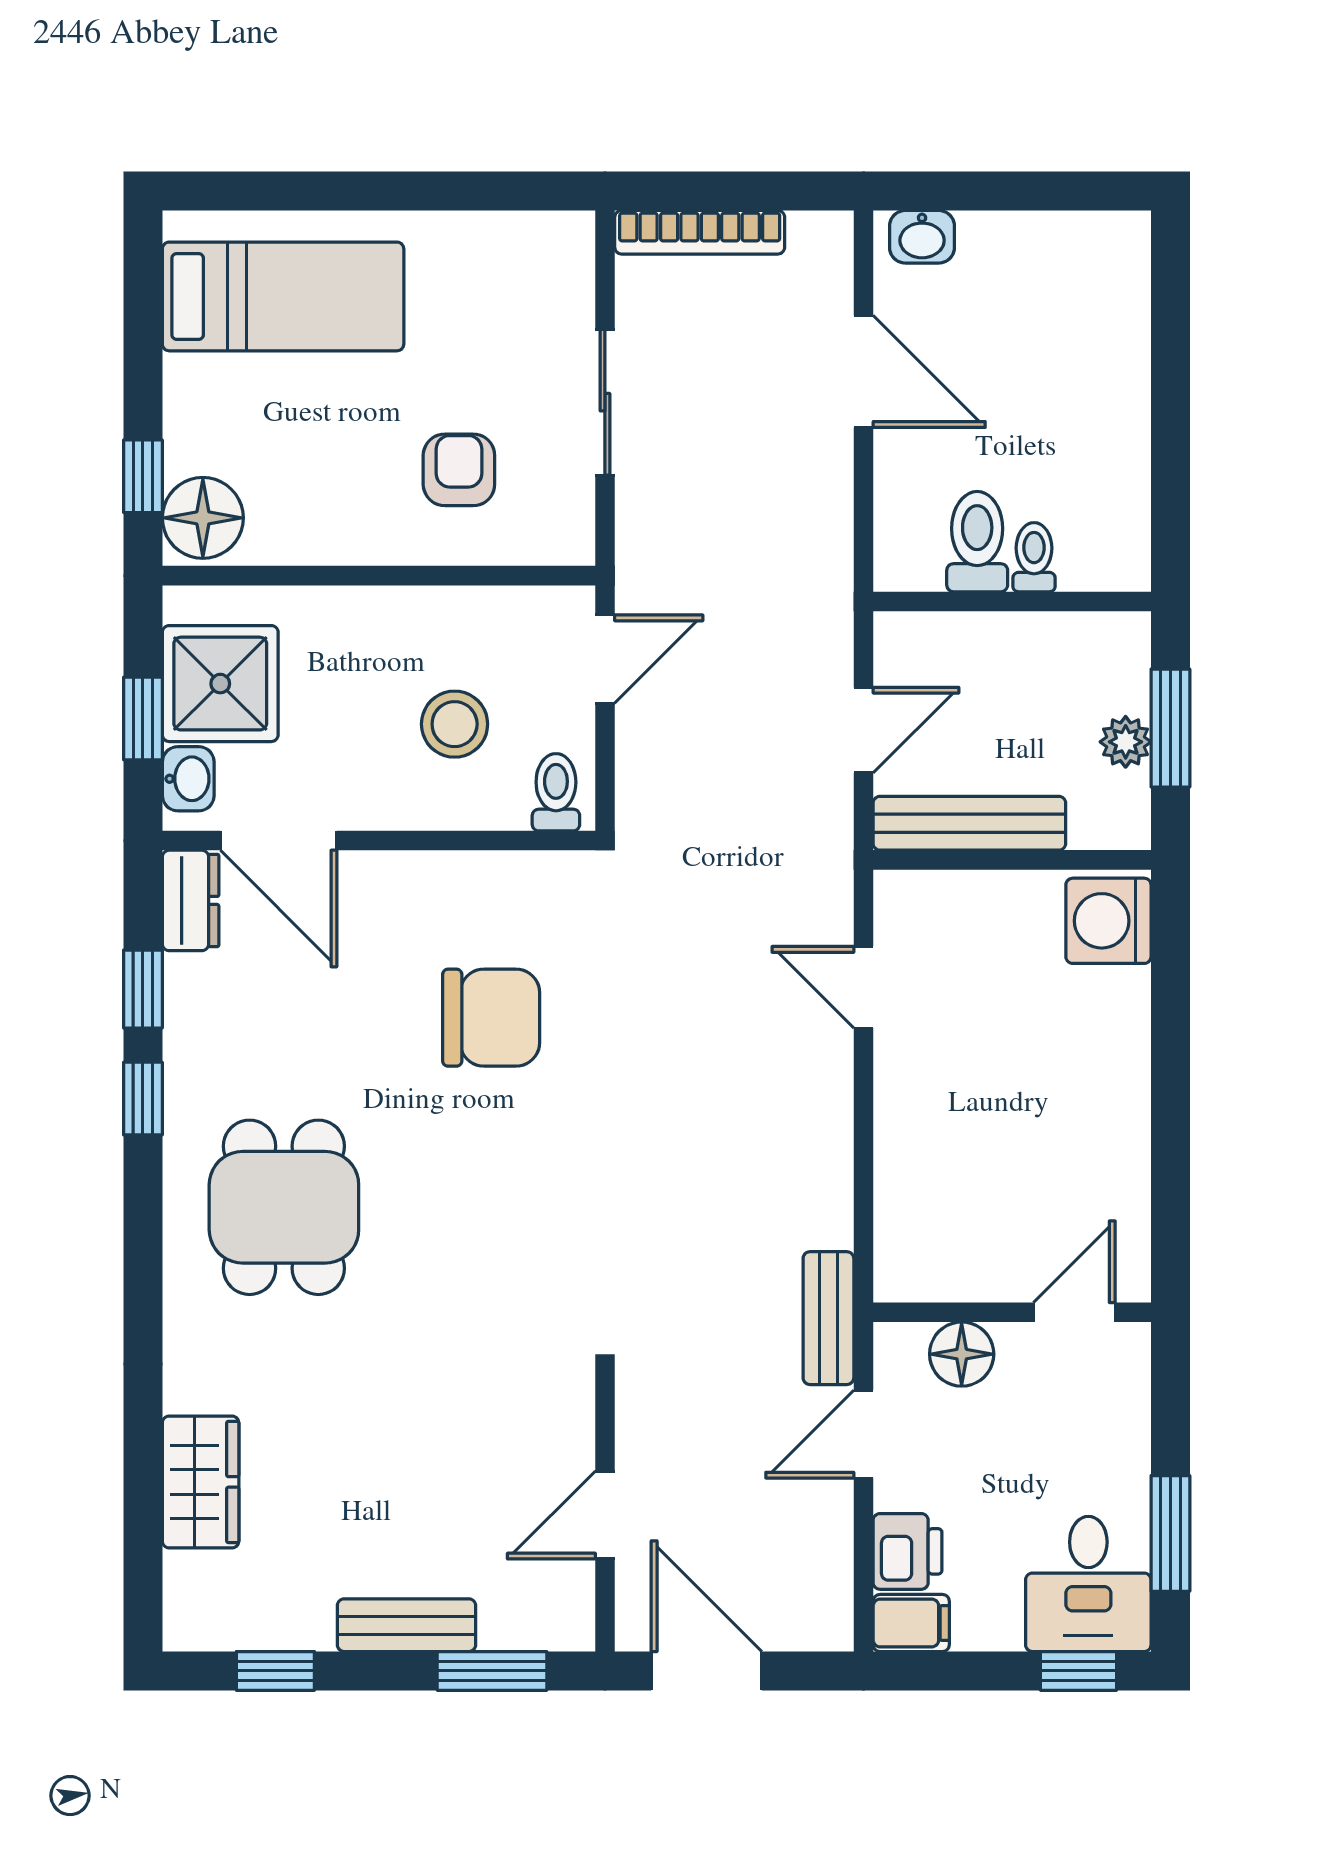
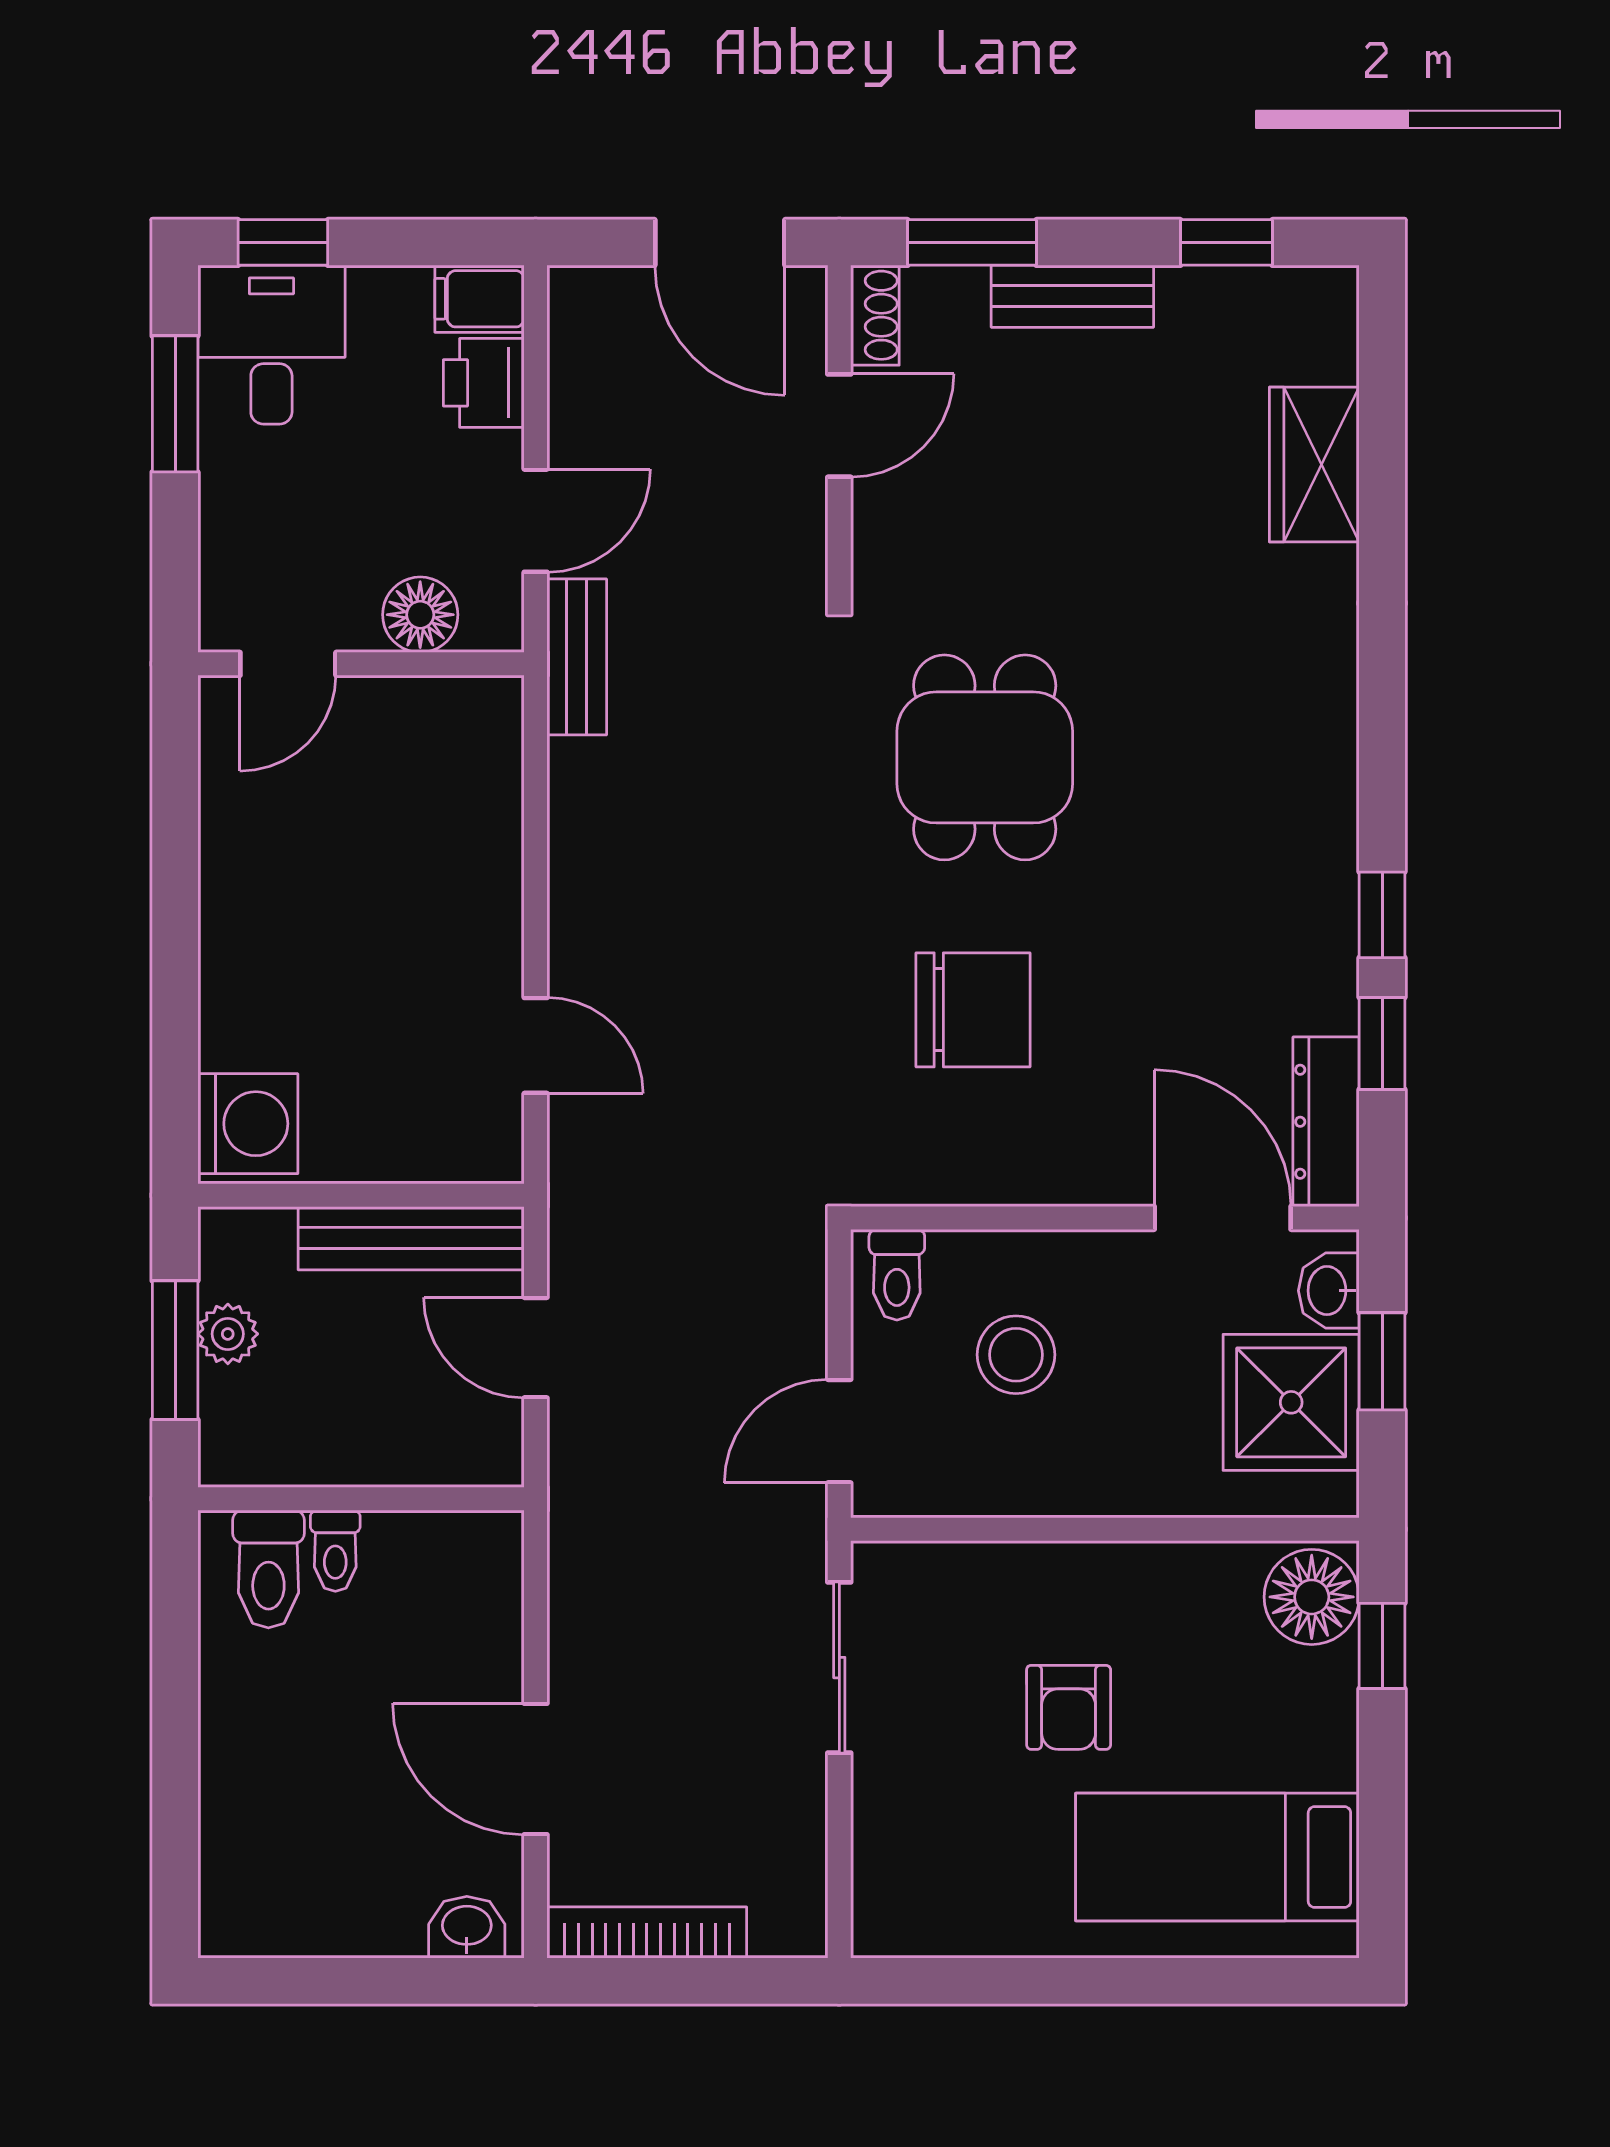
bookcase: (700, 232) -> (647, 1932), moved
sliding door: (605, 402) -> (839, 1668), moved
armchair: (459, 470) -> (1069, 1707), moved
toilet: (977, 542) -> (268, 1569), moved
door: (863, 730) -> (536, 1348), hinge flipped
dresser: (191, 900) -> (1326, 1122), width x1.44
chair: (491, 1018) -> (973, 1010), turned 180
dining table: (284, 1207) -> (985, 757), moved
shoe rack: (575, 1609) -> (875, 315), added

